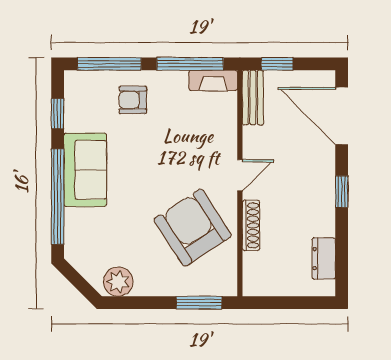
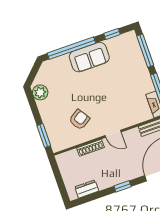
armchair: (133, 100) -> (132, 68), removed
armchair: (193, 228) -> (79, 120), width x0.53, depth x0.53

